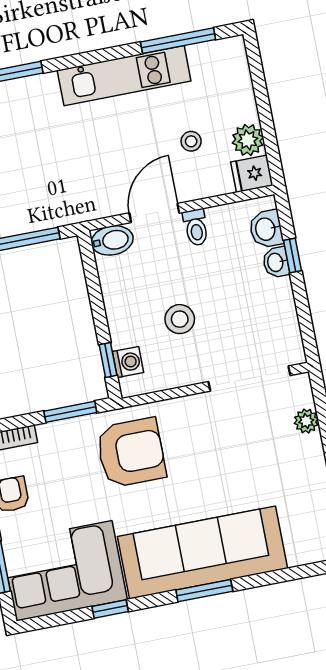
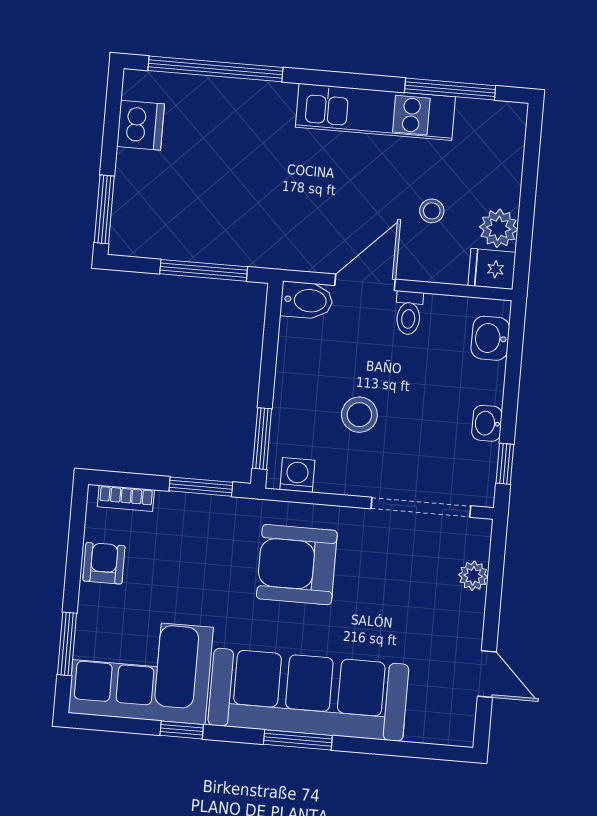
window: (292, 255) -> (505, 464), moved
washbasin: (276, 262) -> (487, 423), moved
window: (108, 360) -> (262, 439), width x1.50
washing machine: (128, 362) -> (297, 475), moved, turned -90
armchair: (131, 453) -> (297, 565), moved, turned 180

